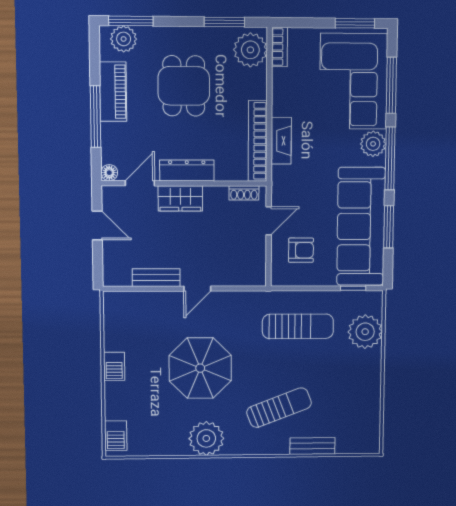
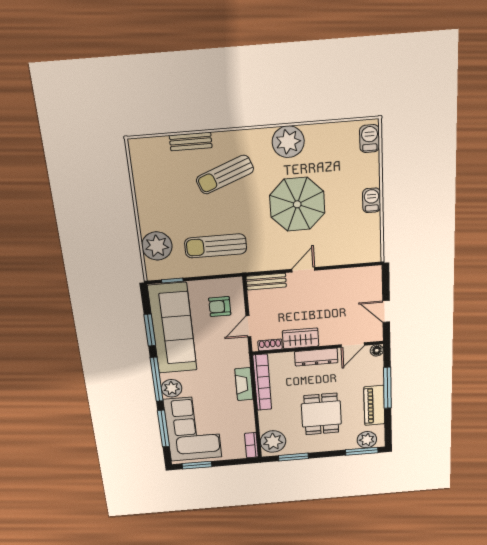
wardrobe: (180, 198) -> (301, 338), moved
bench: (156, 278) -> (266, 282), moved

